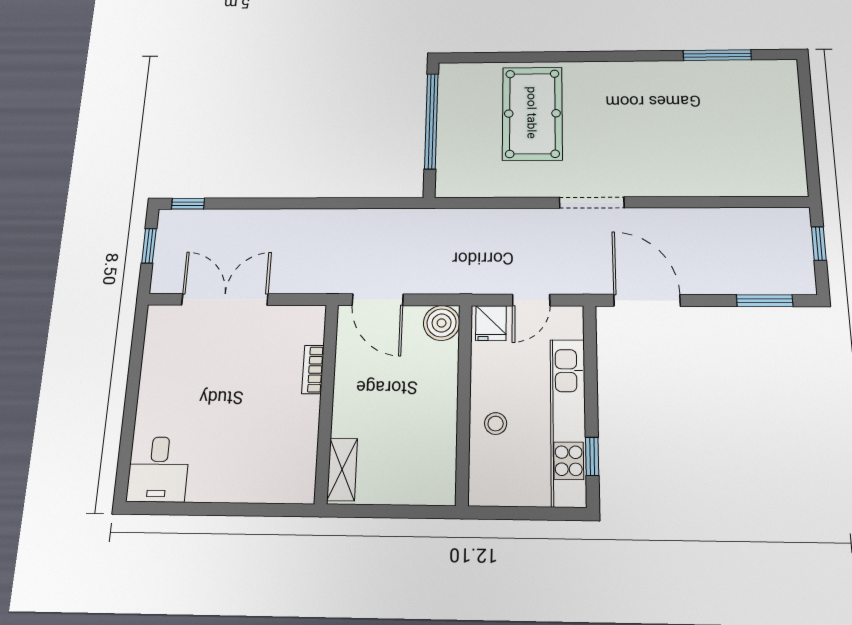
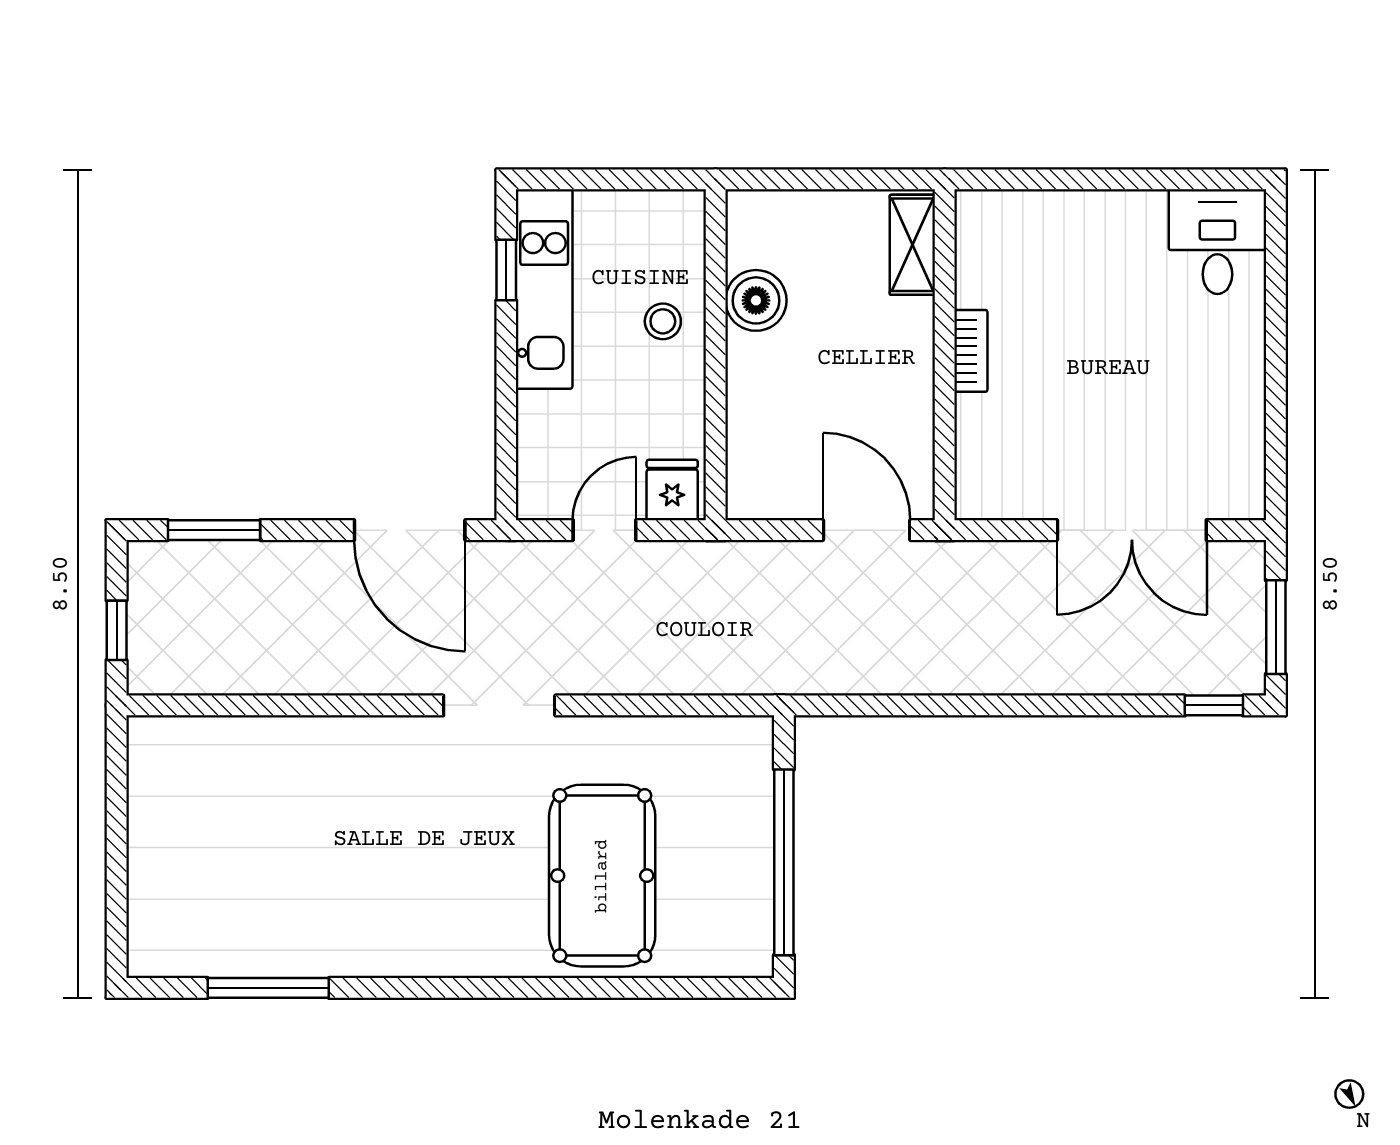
window: (149, 246) -> (1276, 627), width x1.50
boiler: (442, 323) -> (756, 300), moved
bookcase: (313, 369) -> (971, 351), moved
kitchen unit: (568, 422) -> (544, 289), width x0.73

